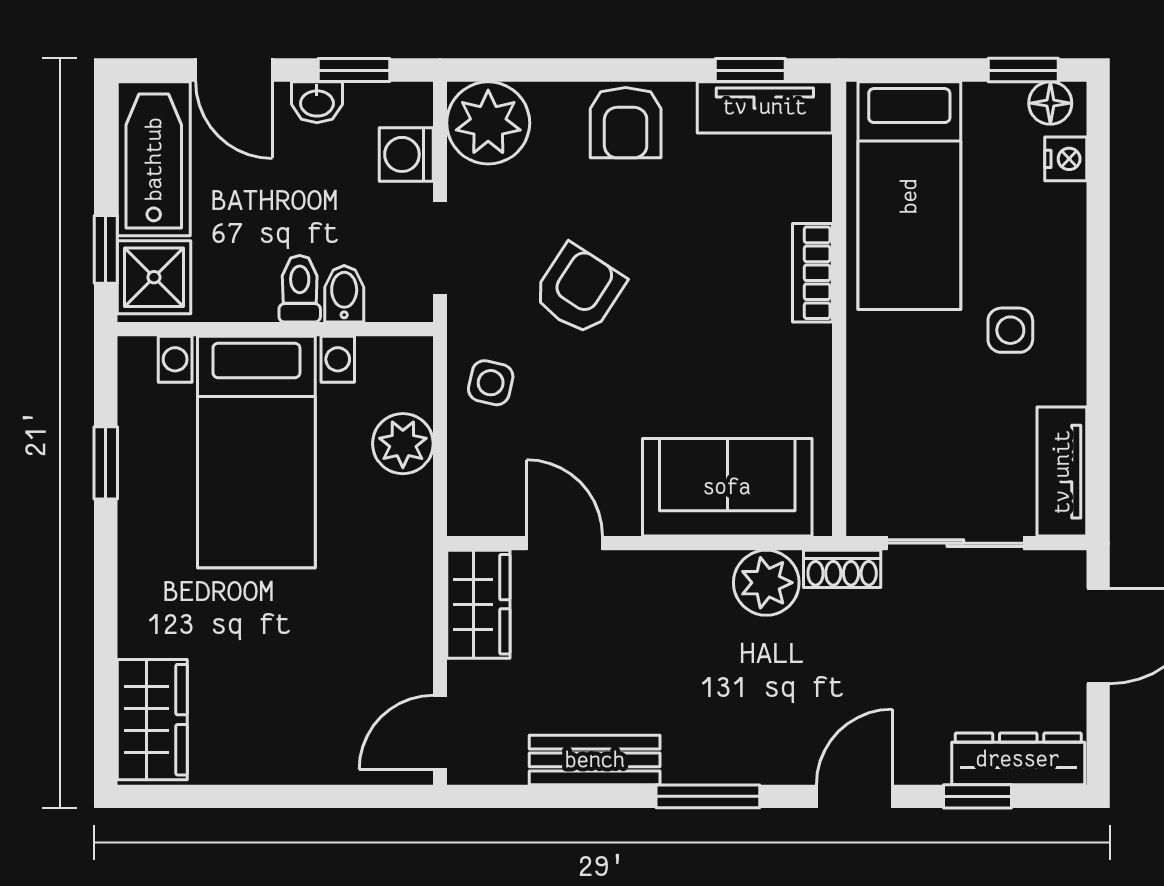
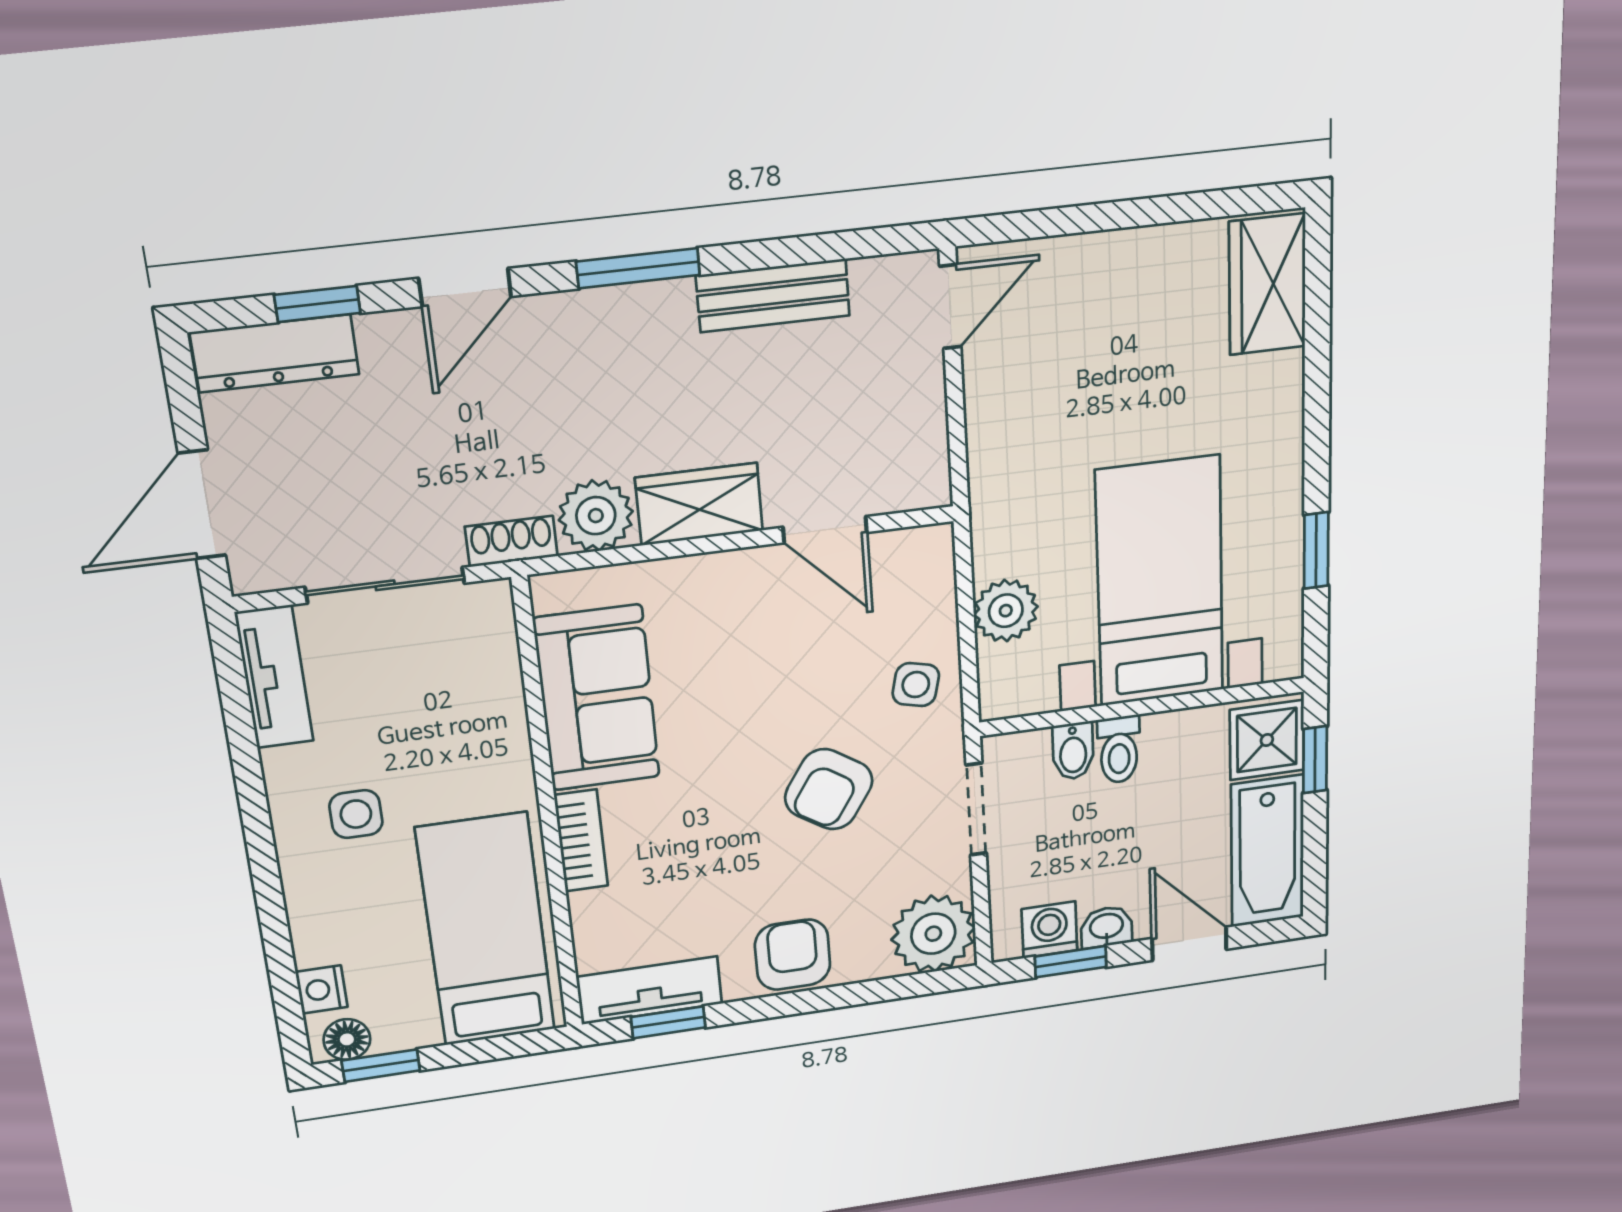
washing machine: (406, 154) -> (1049, 930), moved, turned -90
sofa: (727, 487) -> (597, 698), moved, turned -90
wardrobe: (478, 604) -> (699, 504), moved, turned 90

